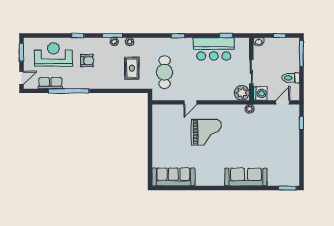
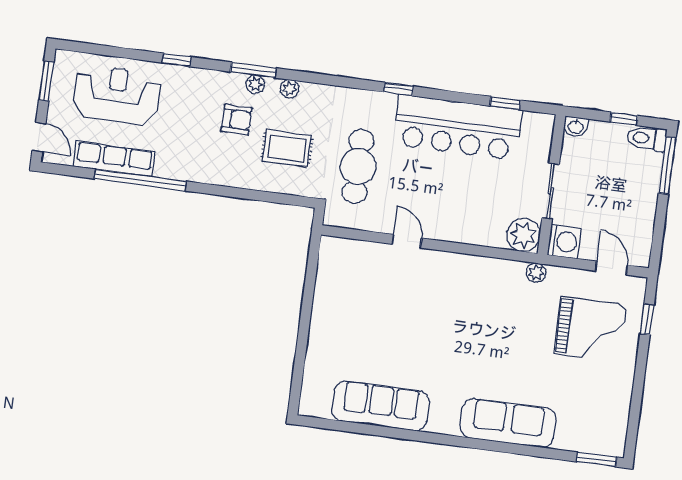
bar counter: (214, 49) -> (458, 127), width x1.36
armchair: (87, 61) -> (237, 119), moved
rug: (132, 68) -> (287, 148), turned 90
door: (21, 78) -> (39, 137), hinge flipped
toilet: (291, 78) -> (646, 138), moved
row of seats: (50, 83) -> (114, 159), width x1.48
door: (190, 102) -> (407, 241), swing flipped
door: (283, 102) -> (611, 268), hinge flipped
grand piano: (206, 132) -> (591, 329), moved
sofa: (173, 177) -> (380, 406), moved

